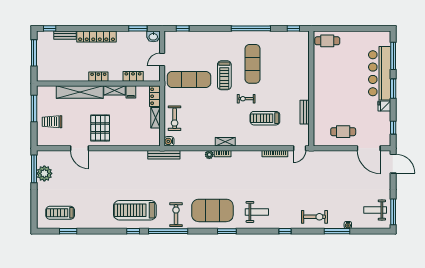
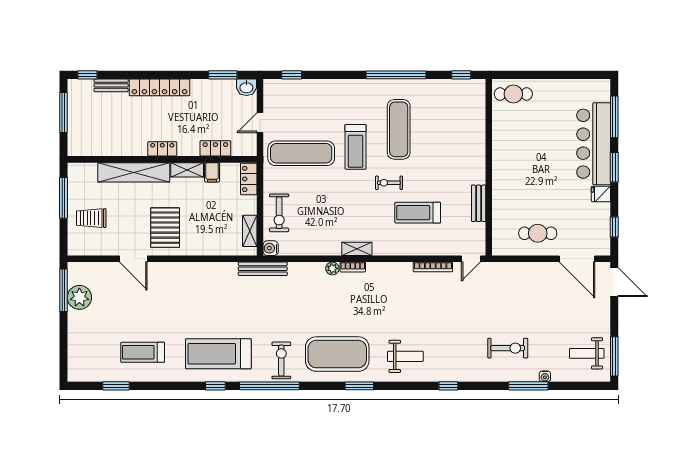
shelving: (155, 118) -> (250, 231), moved
treadmill: (60, 213) -> (143, 352), moved
exercise bike: (314, 217) -> (508, 348), moved

